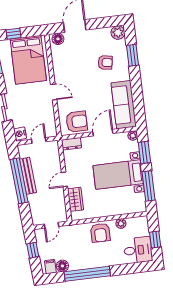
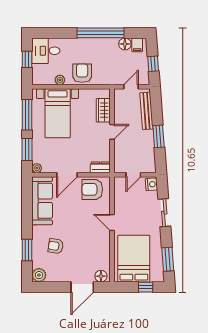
bed with nightstands: (118, 175) -> (58, 113), moved, turned 90
bench: (28, 176) -> (146, 111), moved
window: (19, 181) -> (159, 136), width x0.47

